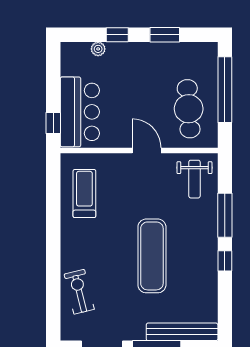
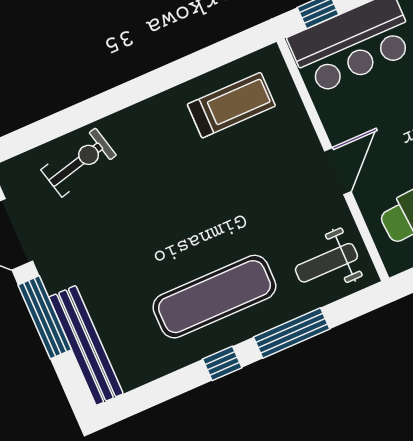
exercise mat: (152, 256) -> (214, 297), moved

